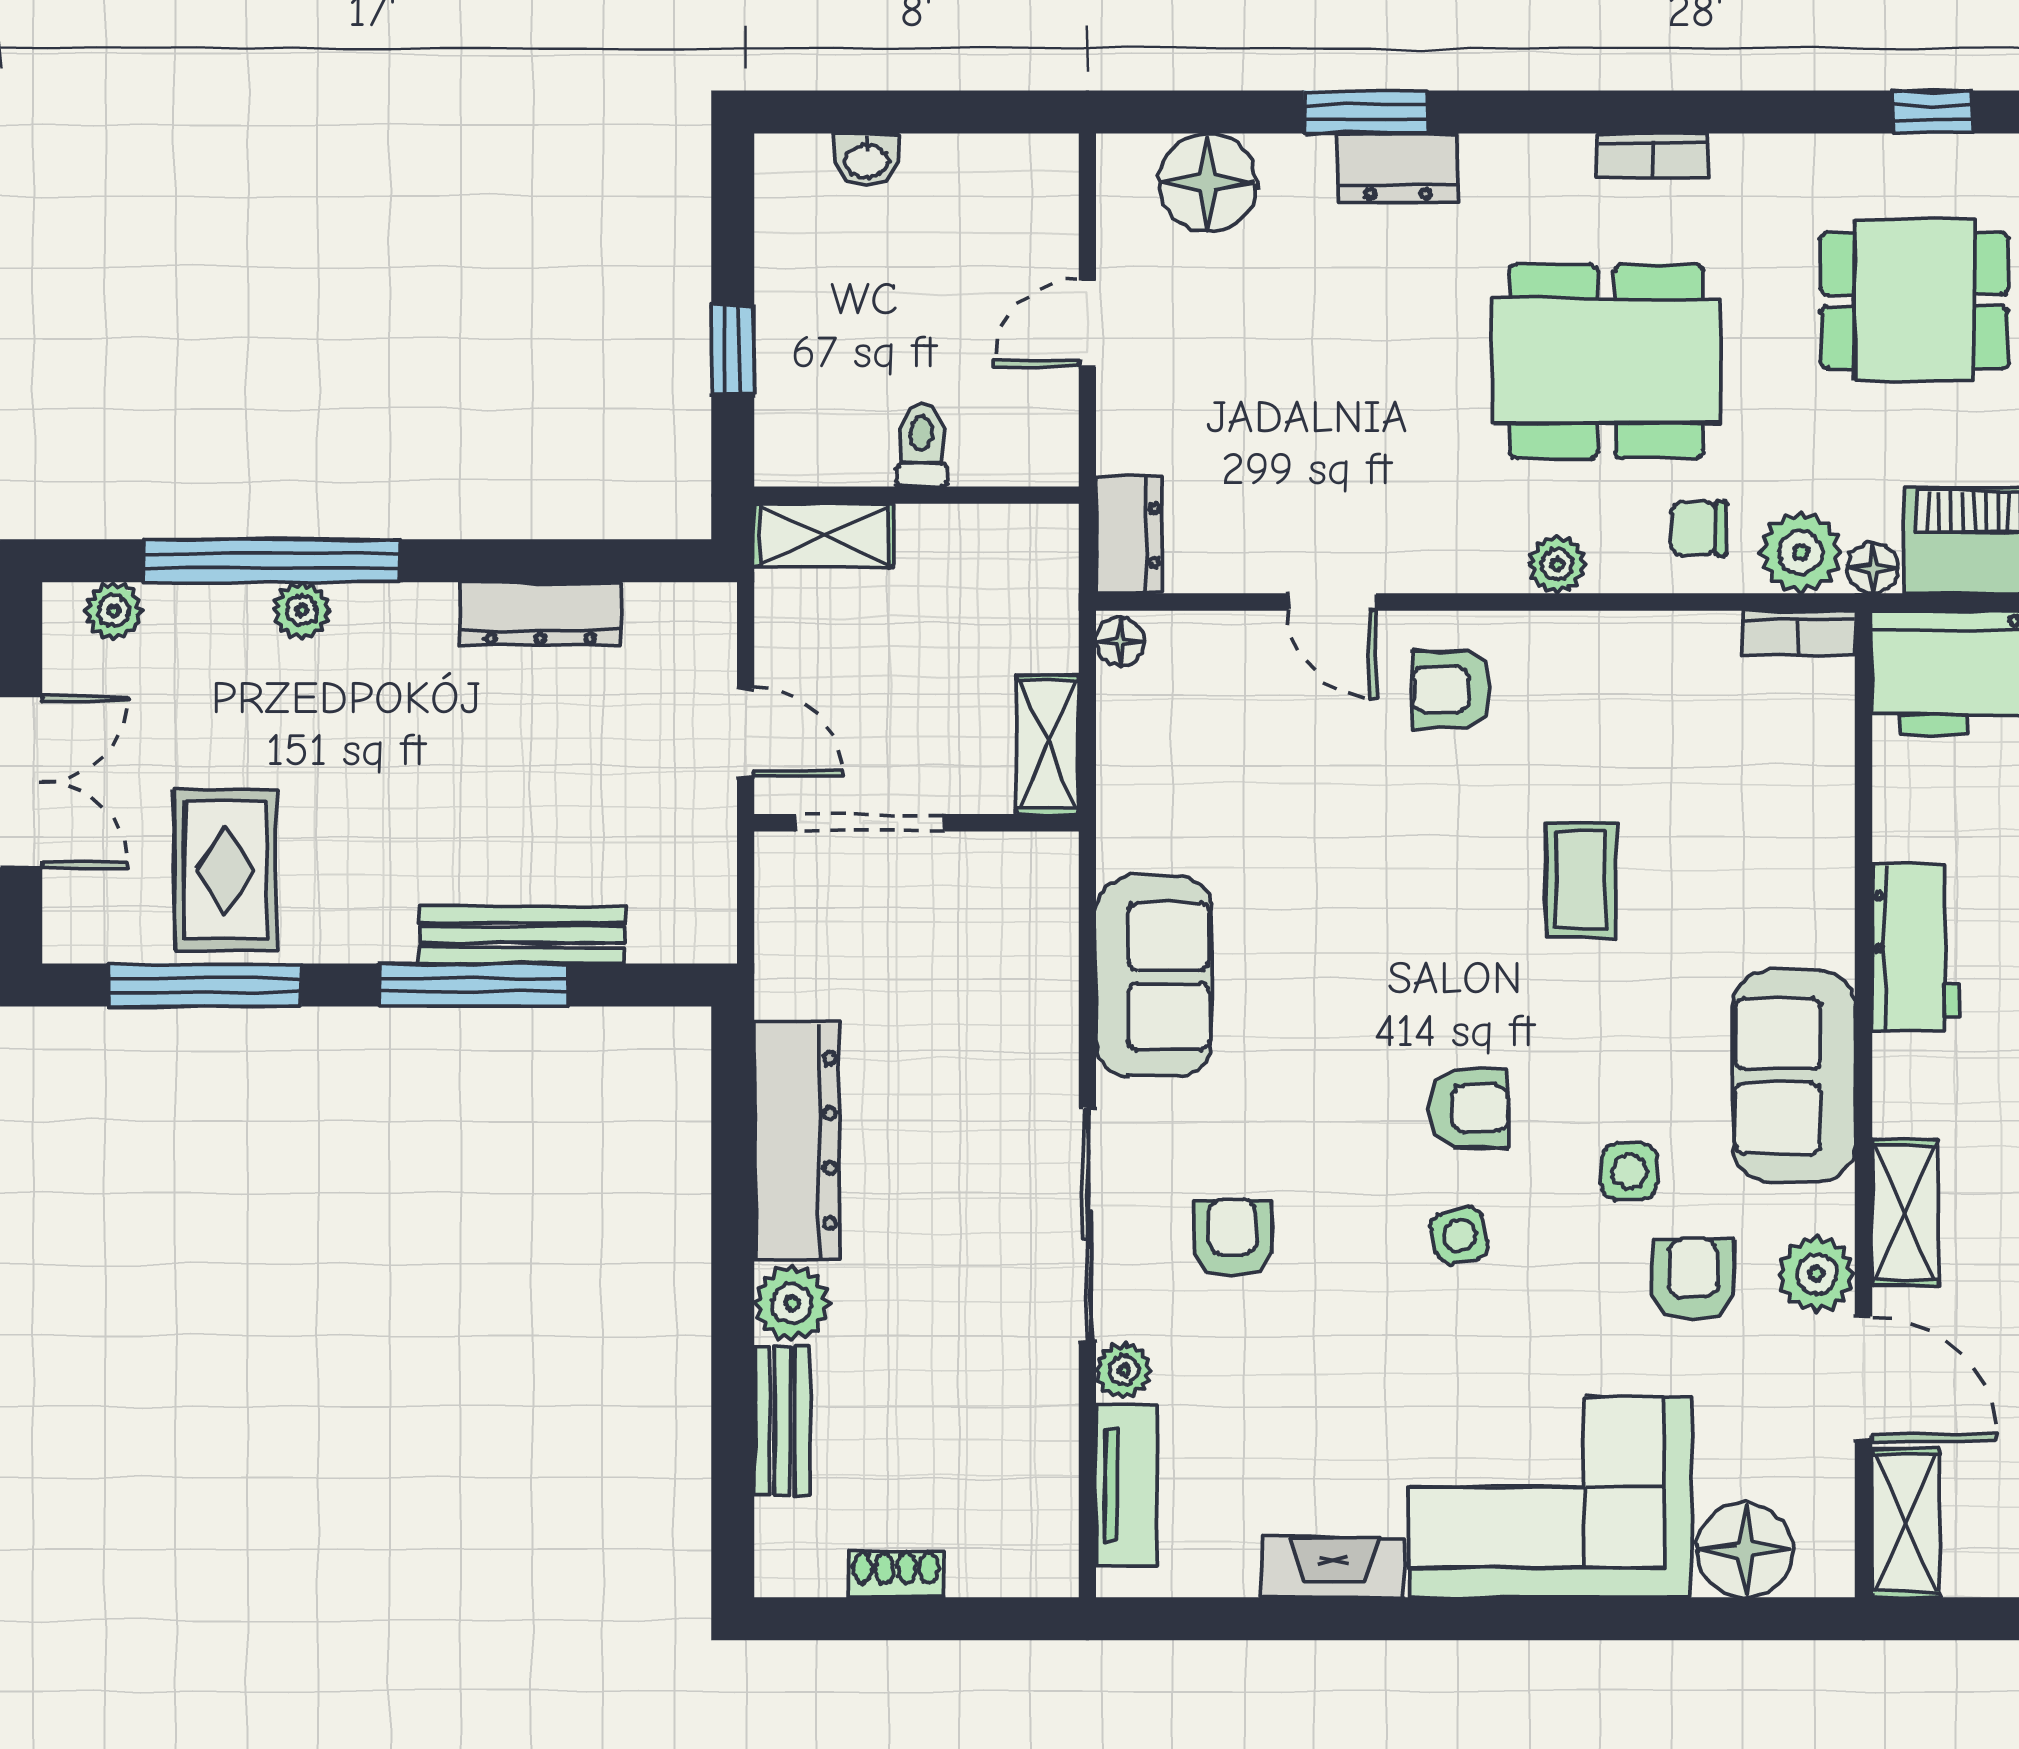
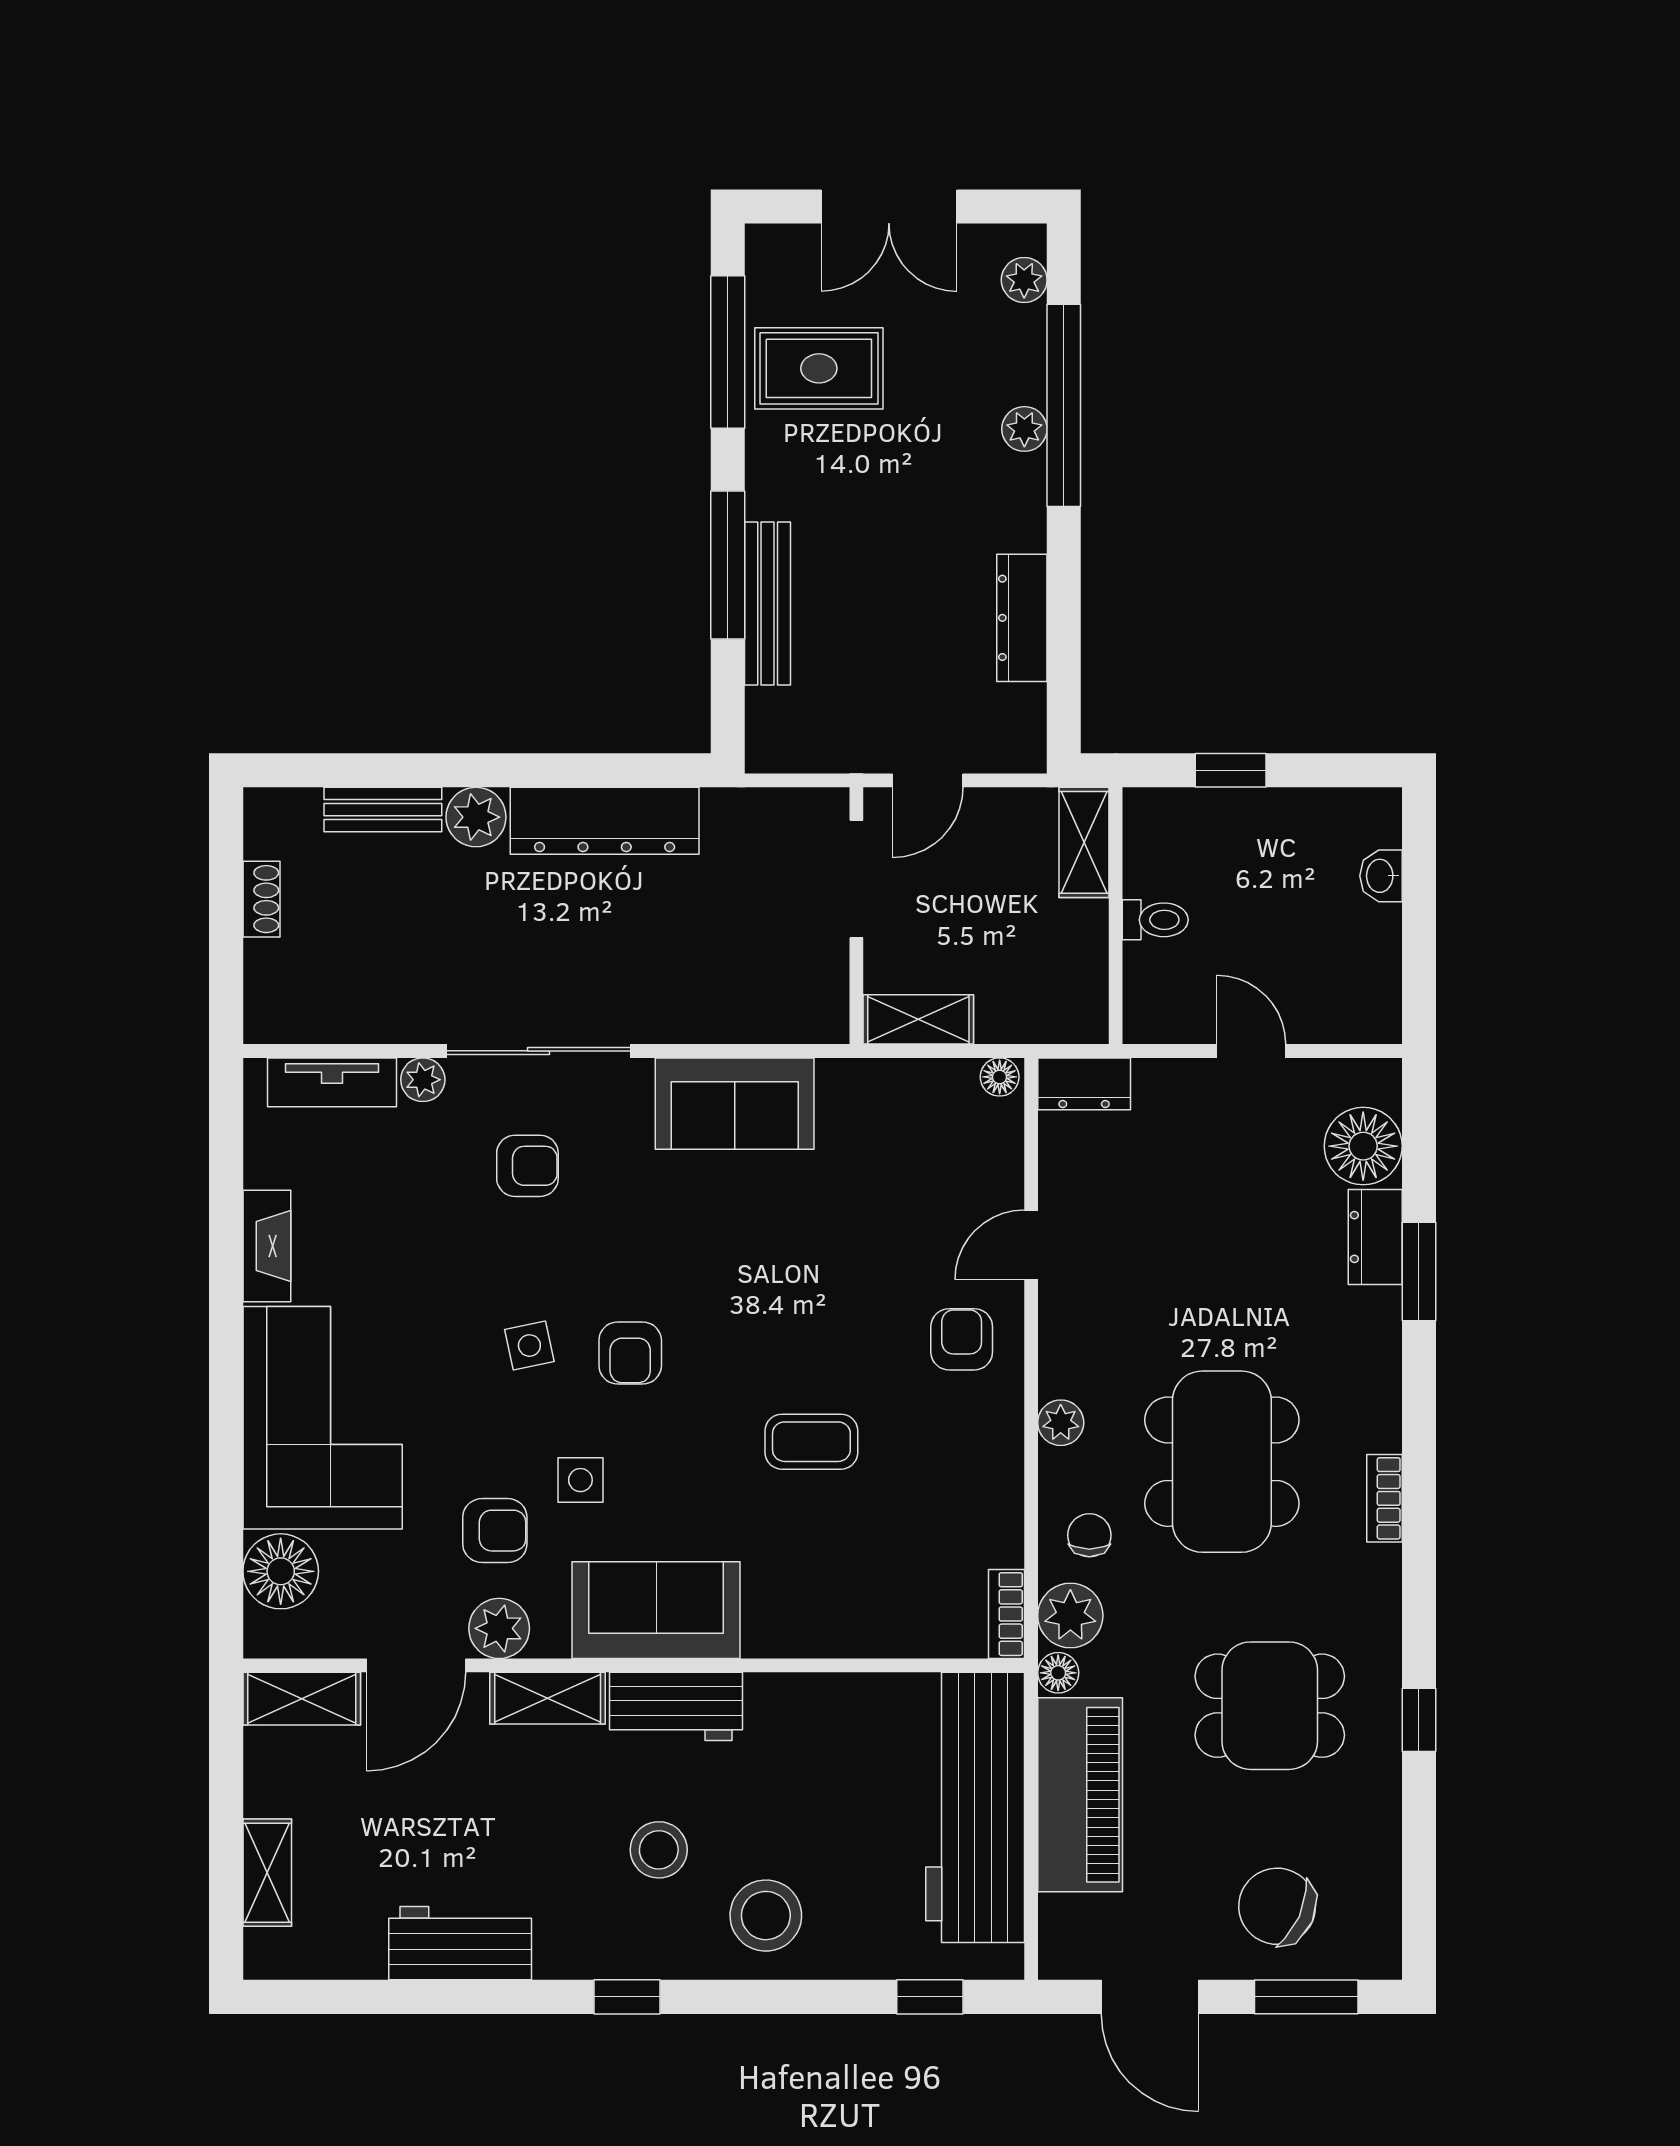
dresser: (1398, 167) -> (1375, 1237), moved
dining table: (1914, 301) -> (1270, 1706), turned 90
workbench: (1915, 947) -> (676, 1706), moved

